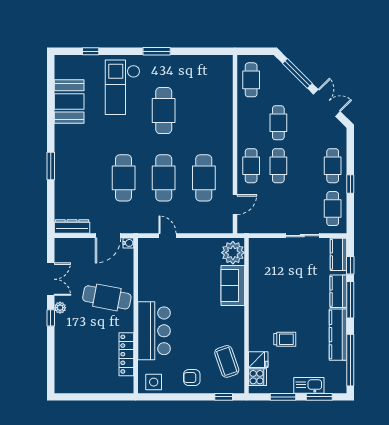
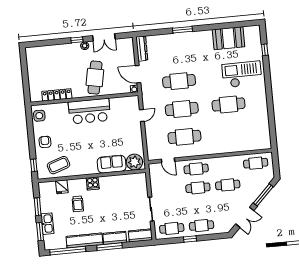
window: (157, 51) -> (269, 96), removed
window: (350, 265) -> (134, 244), removed
bar counter: (154, 331) -> (89, 111), moved
cooker: (258, 377) -> (93, 183), moved

